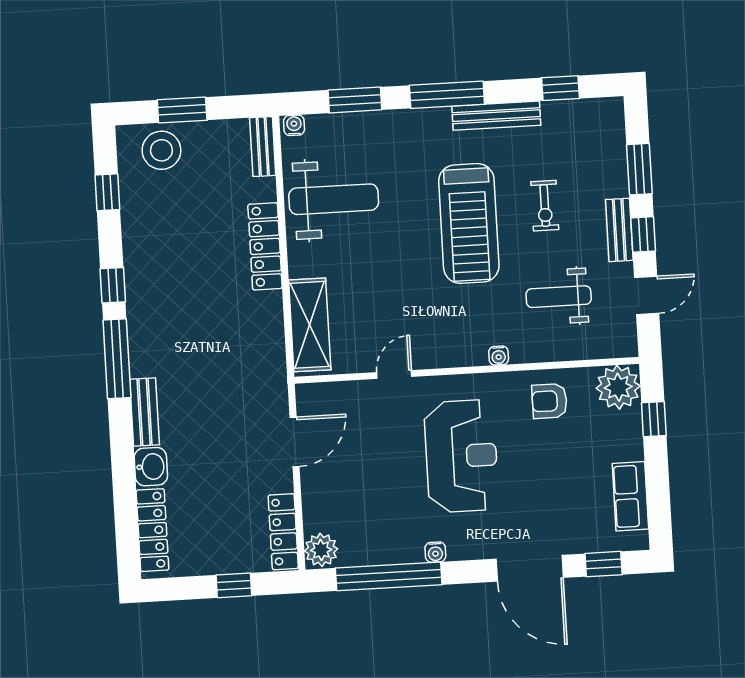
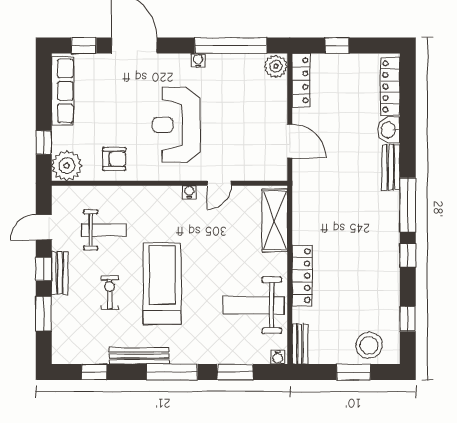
water cooler: (499, 356) -> (189, 192), moved
door: (295, 442) -> (290, 141), swing flipped
row of seats: (630, 496) -> (63, 91), width x1.48

